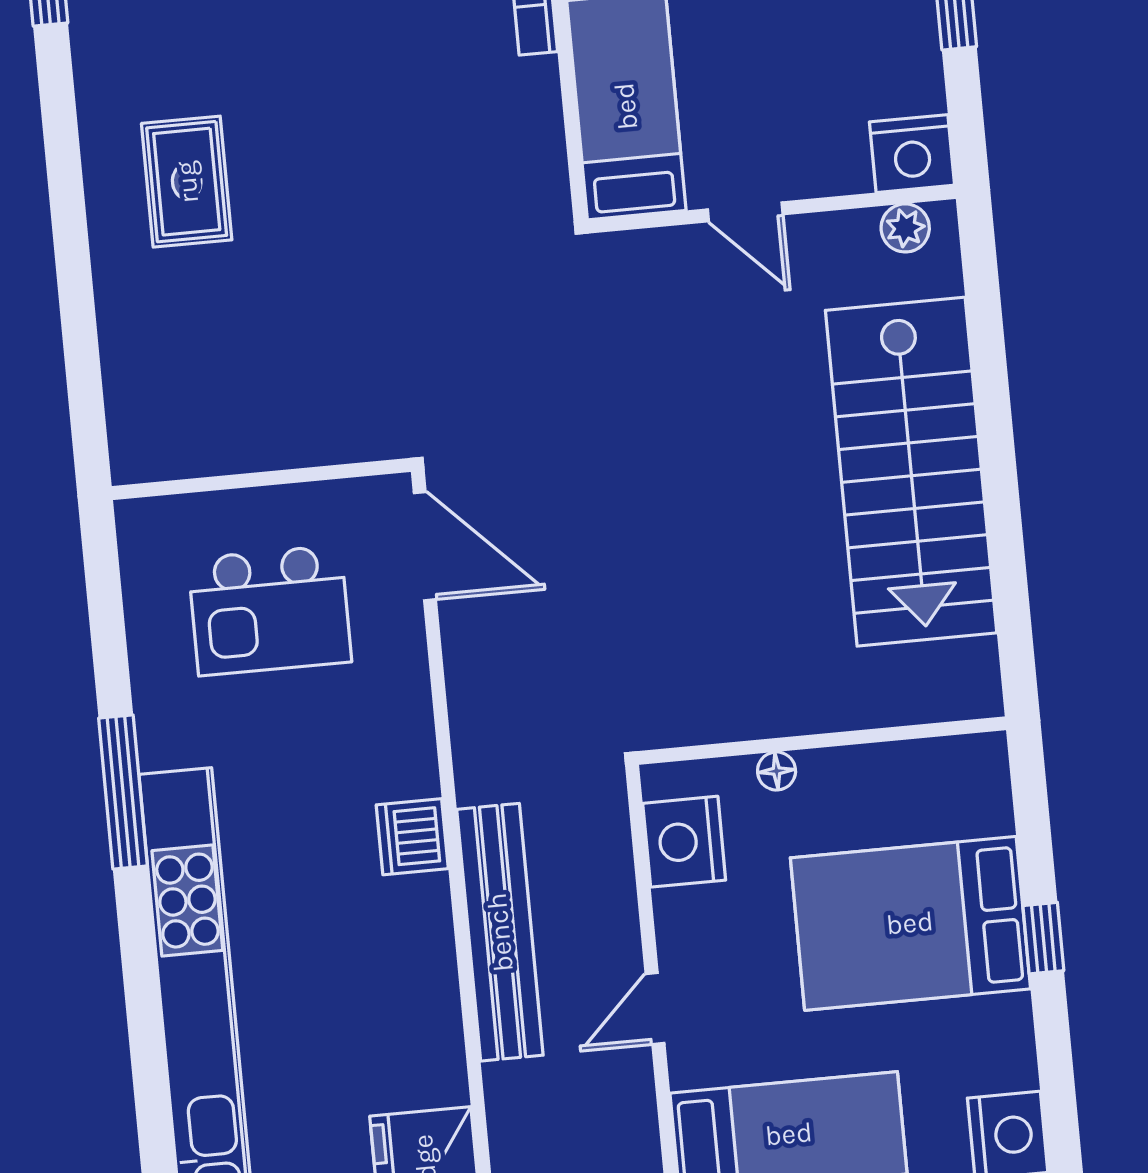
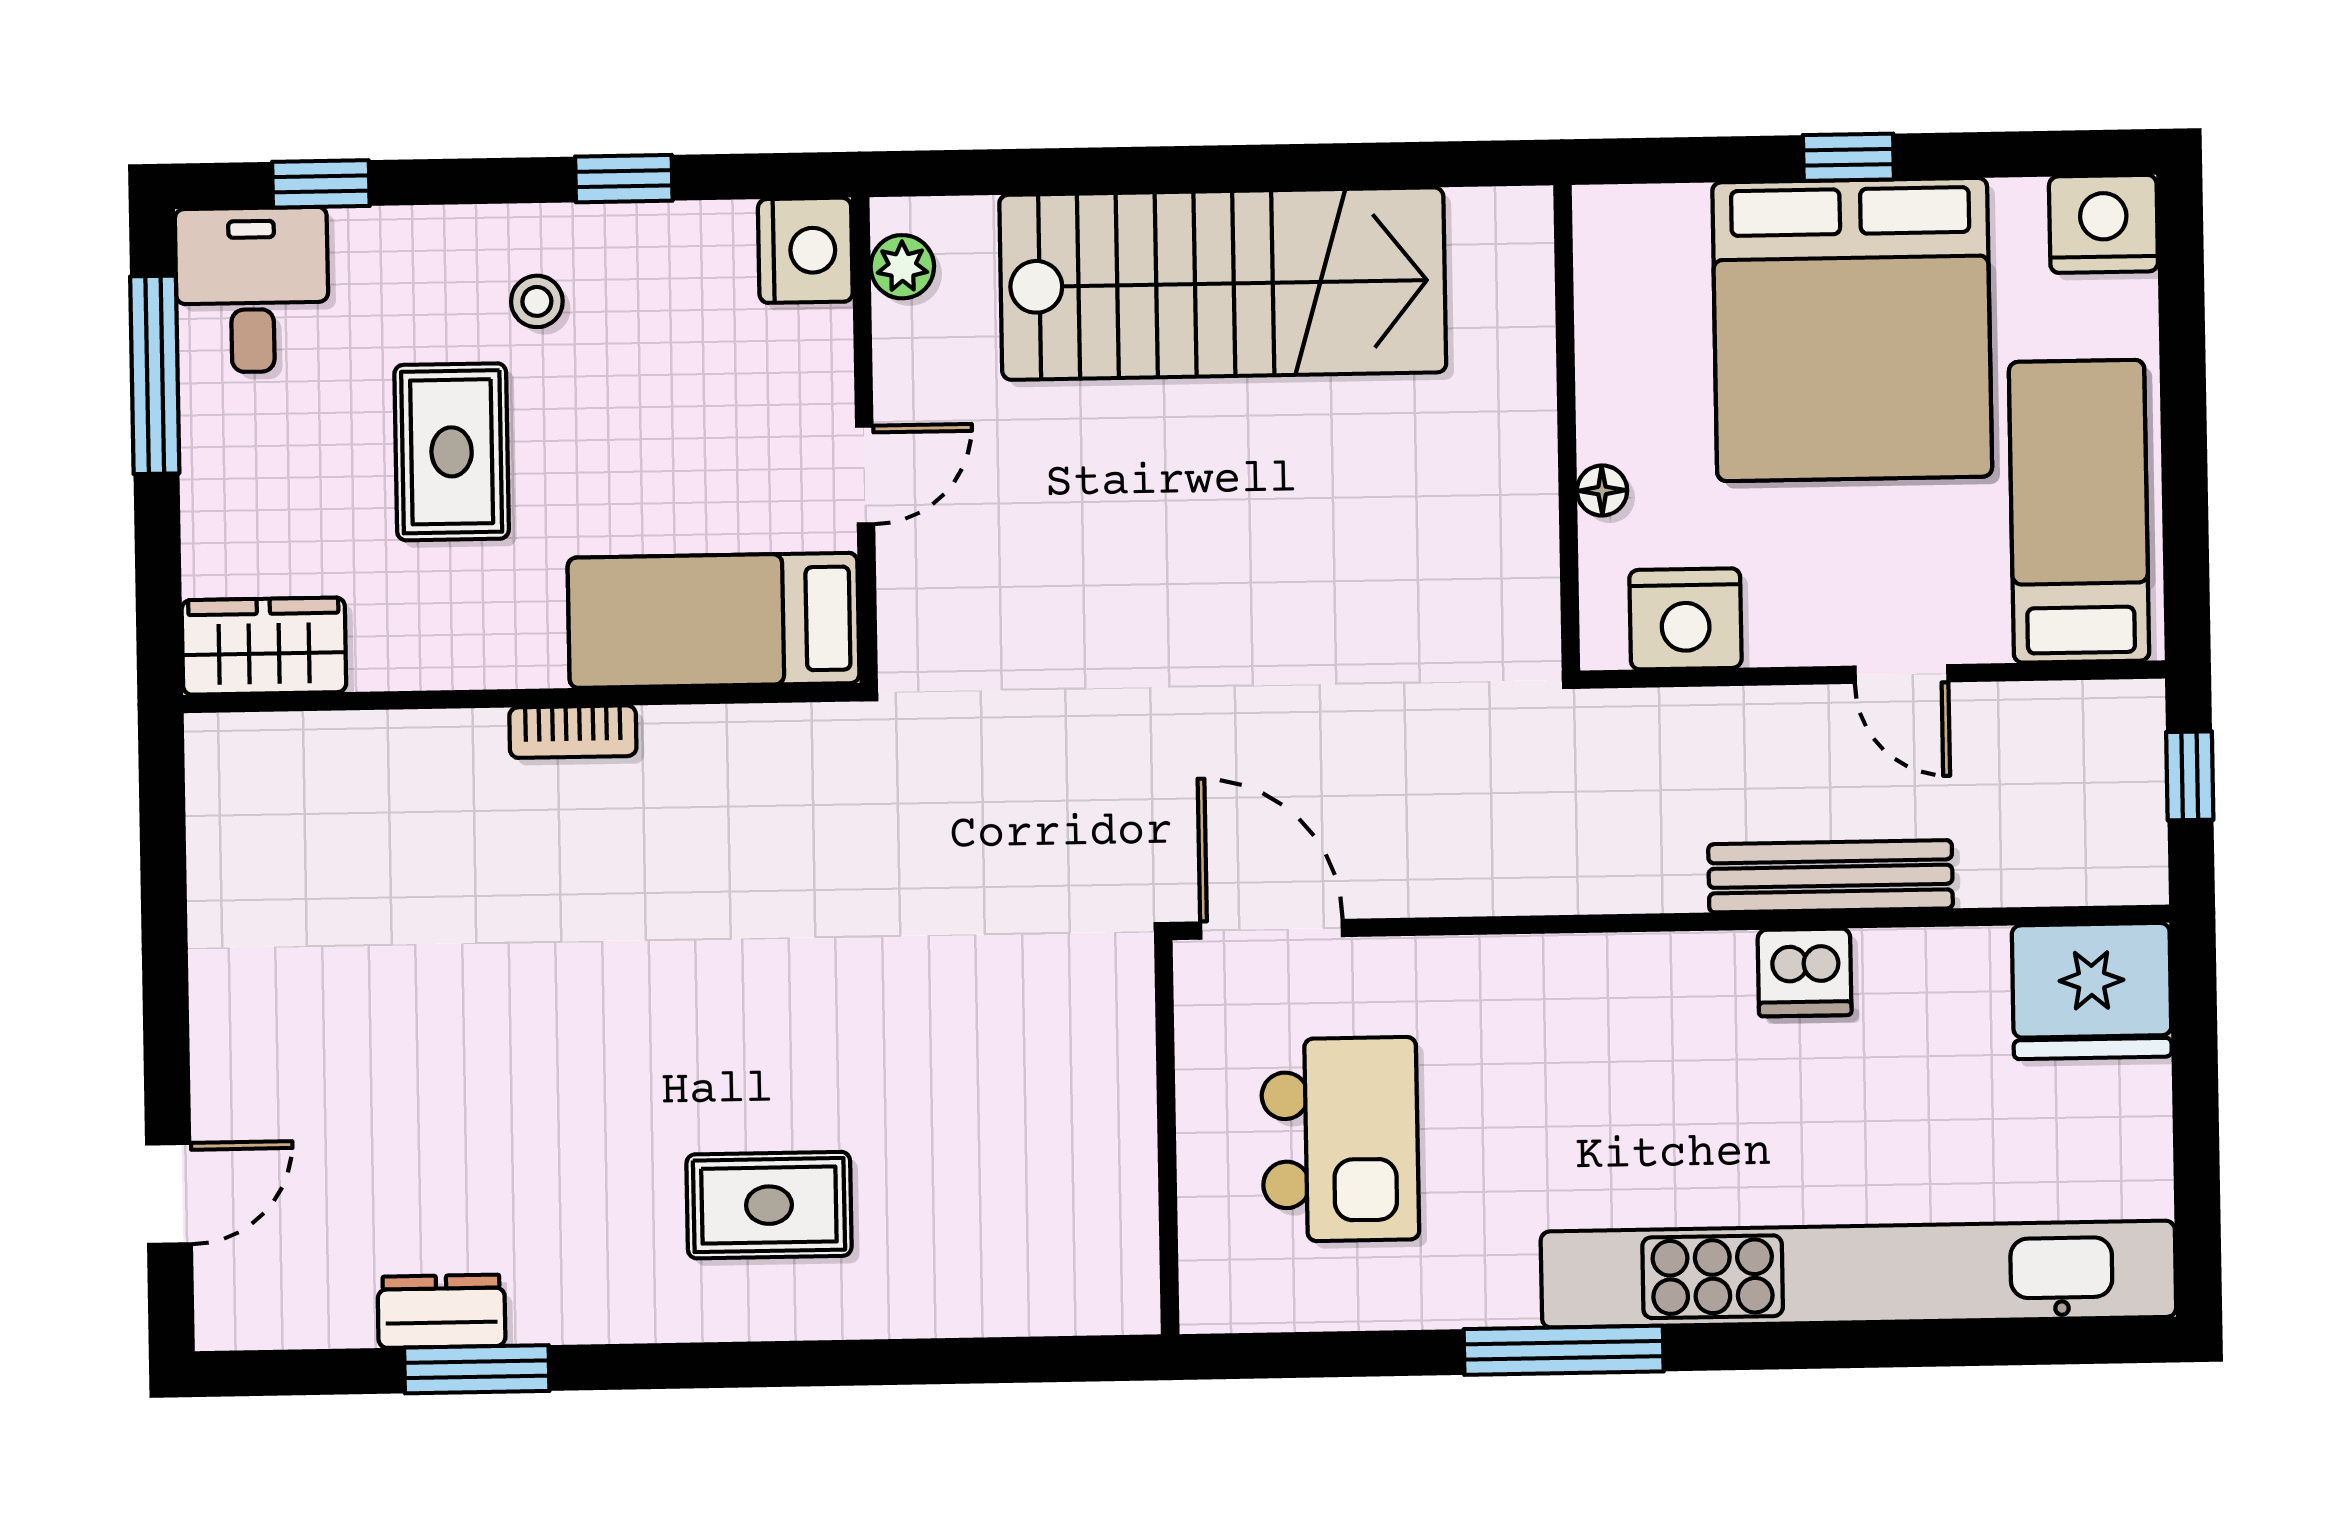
door: (425, 546) -> (1271, 929), hinge flipped
dishwasher: (412, 837) -> (1805, 972), moved
bed: (910, 923) -> (1852, 329), width x1.36
bench: (500, 932) -> (1831, 876), width x0.73, depth x0.82

